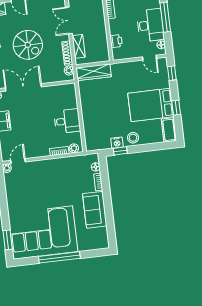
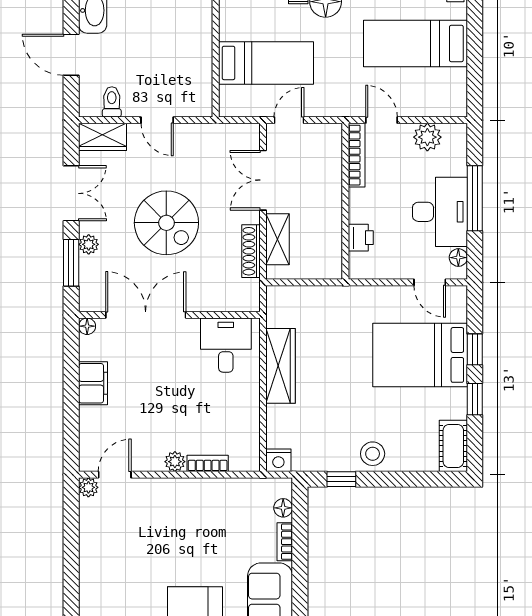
plant: (69, 71) -> (250, 290), removed
wardrobe: (94, 72) -> (281, 366), moved, turned -90
window: (172, 73) -> (475, 349), moved
bed: (151, 105) -> (420, 355), moved
desk: (67, 121) -> (226, 345), moved, turned -90
nightstand: (117, 143) -> (278, 460), moved
plant: (74, 148) -> (175, 462), moved

